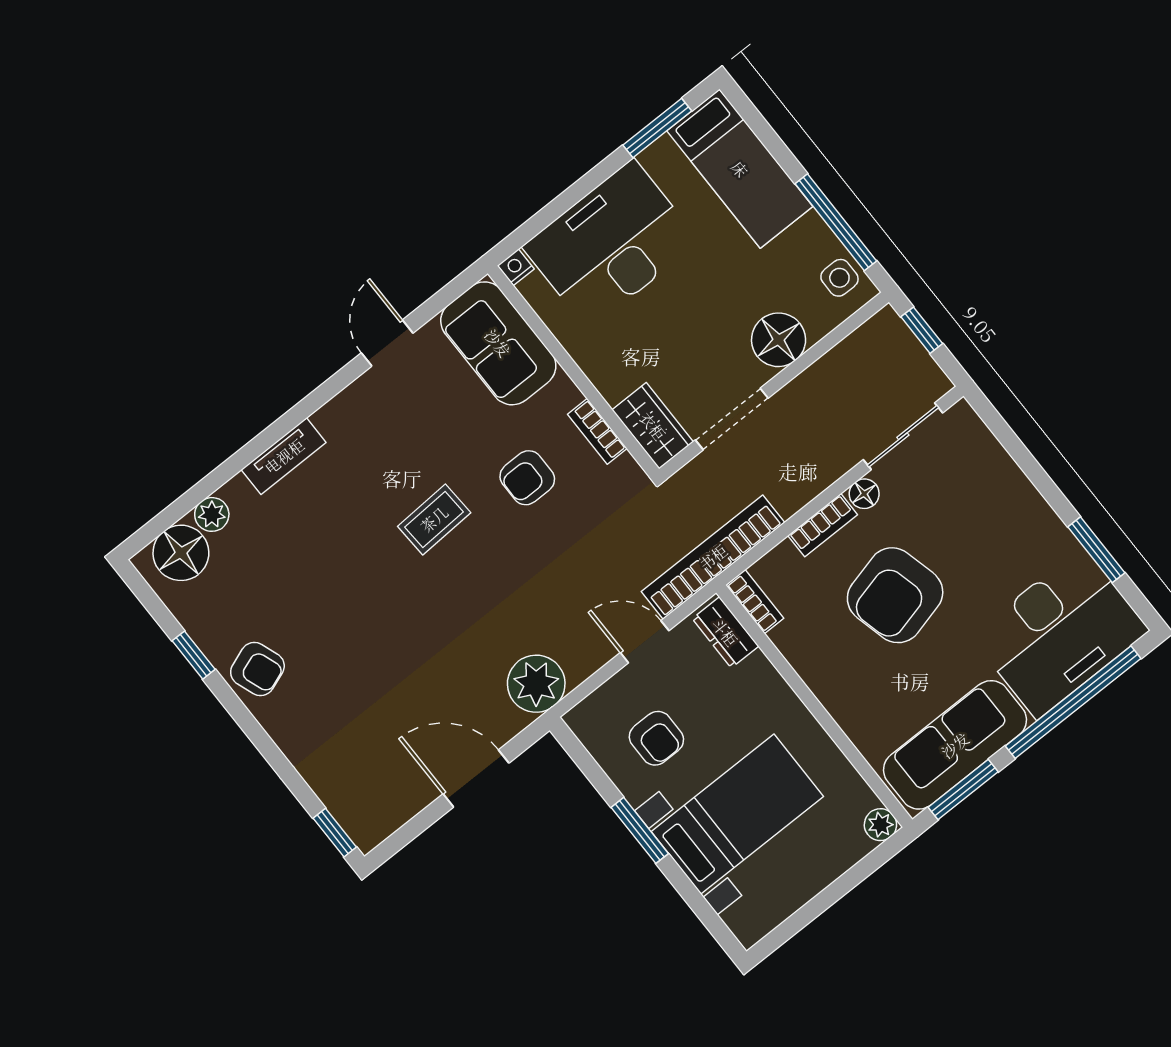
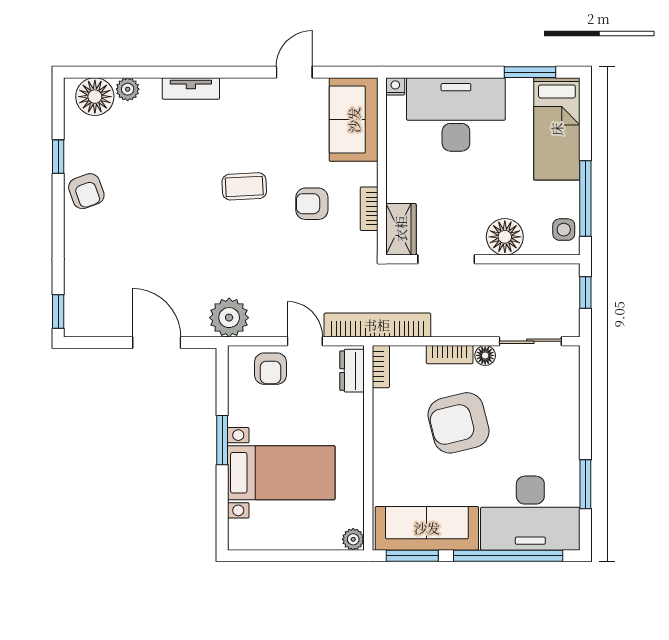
armchair: (656, 738) -> (270, 369), moved

